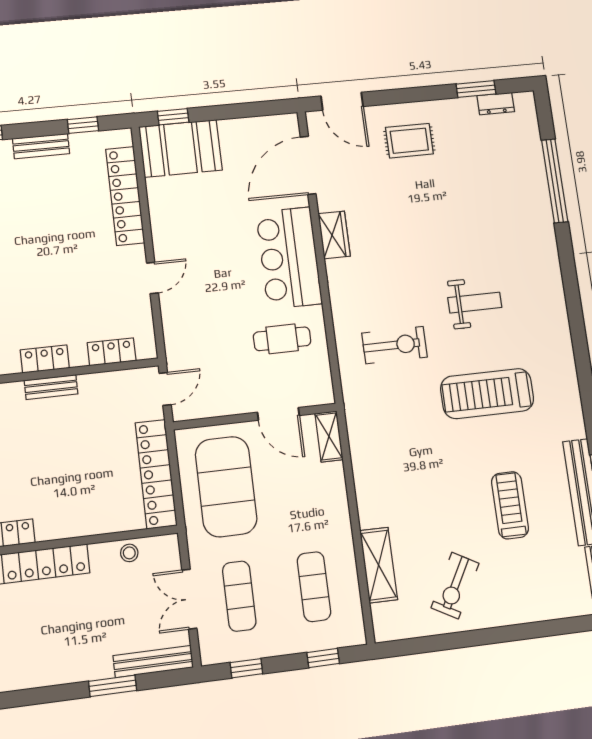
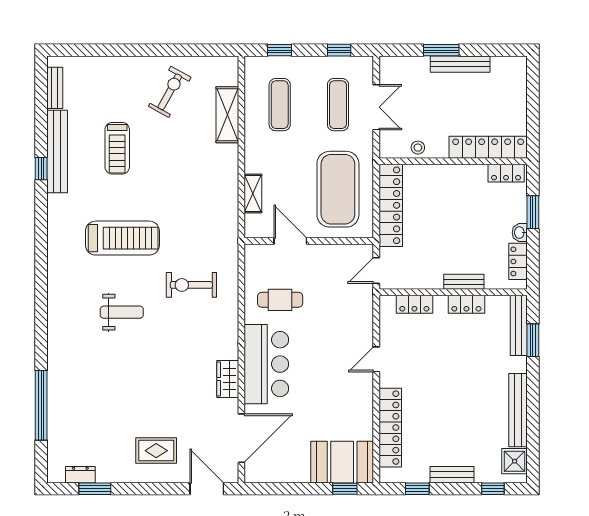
weight bench: (475, 303) -> (122, 312), turned 180
shelving: (329, 436) -> (253, 194), moved
bench: (153, 661) -> (460, 64), moved

